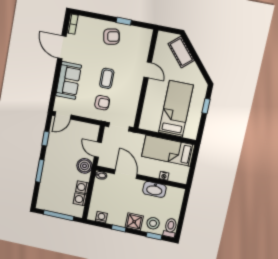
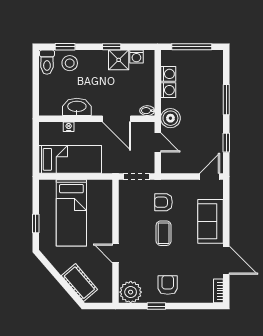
plant: (142, 36) -> (131, 292), added
armchair: (111, 37) -> (168, 285), turned 101
shower: (134, 222) -> (119, 60), moved

